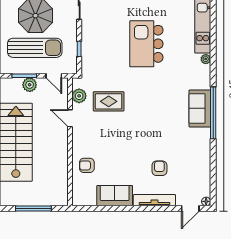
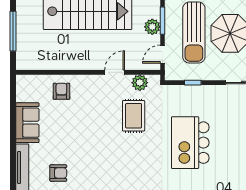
kitchen island: (146, 44) -> (190, 143), moved, turned -90

